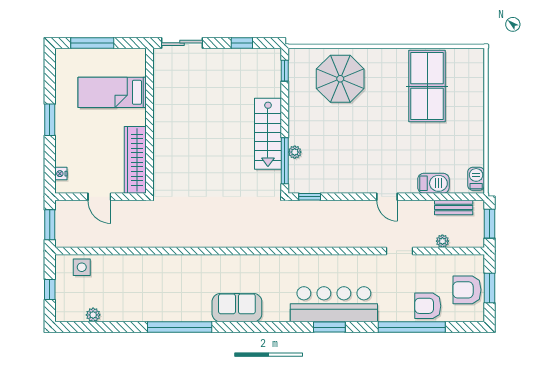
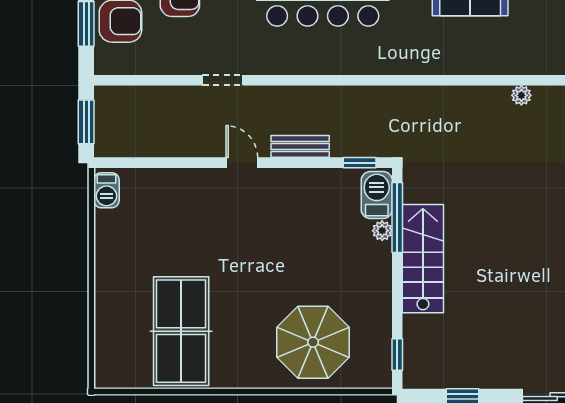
barbecue: (433, 183) -> (377, 195), moved, turned 90
bench: (454, 208) -> (300, 146), moved
plant: (442, 241) -> (521, 95), moved

